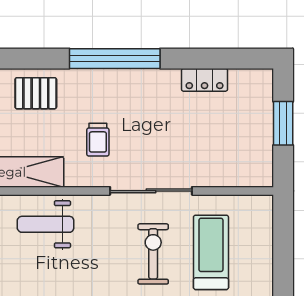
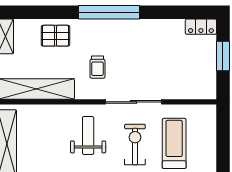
locker: (205, 80) -> (201, 27), moved
weight bench: (46, 224) -> (88, 135), moved, turned 90

